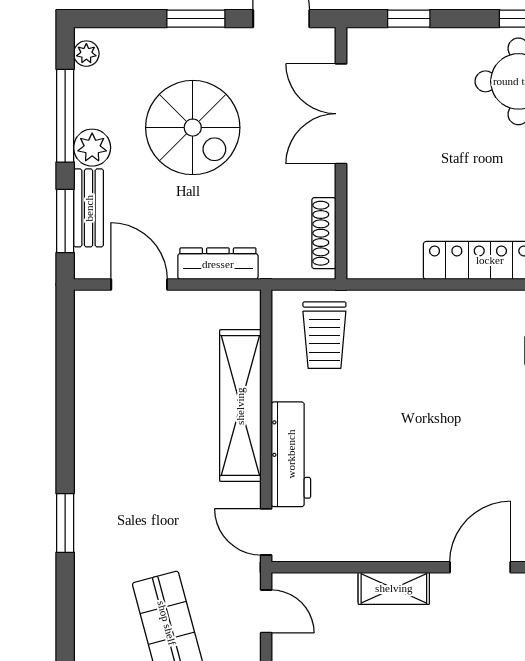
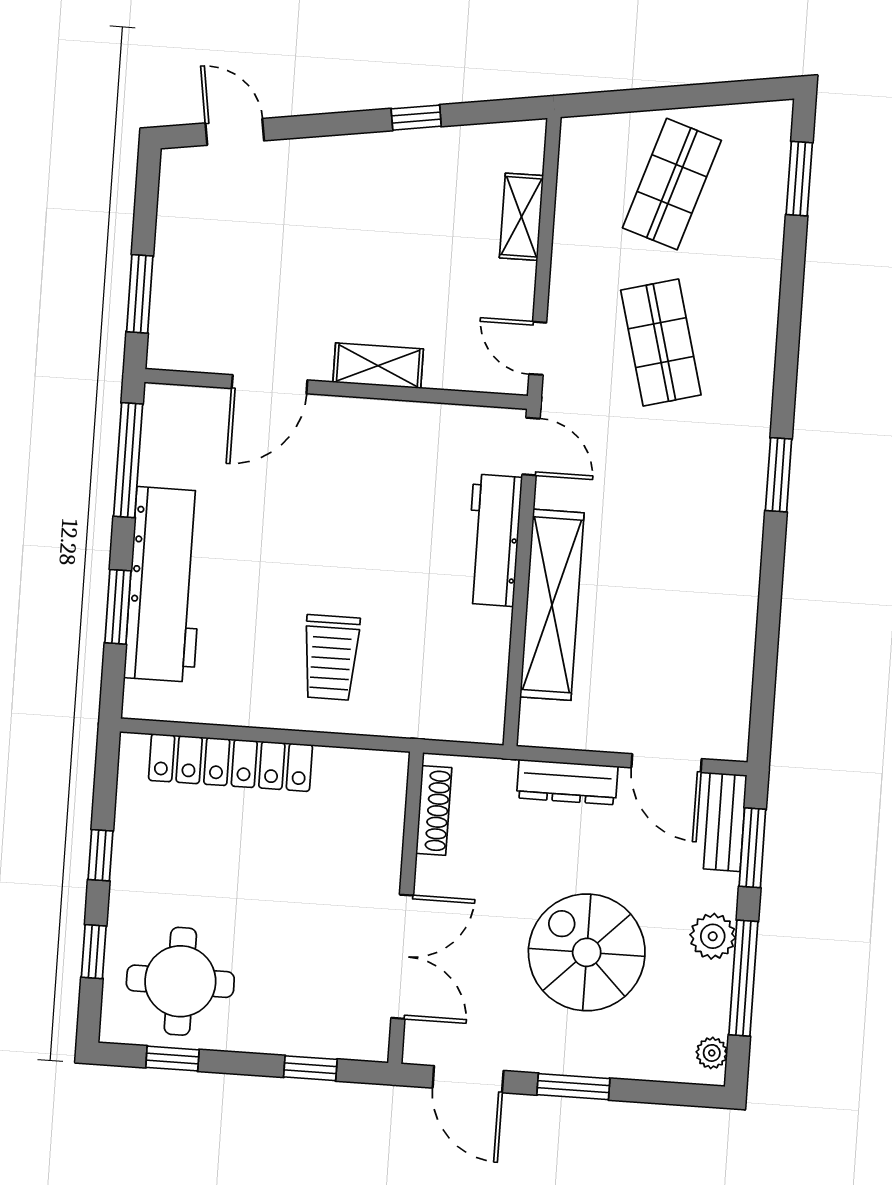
bench: (89, 208) -> (725, 822), moved
trolley: (324, 335) -> (331, 657), moved, turned 180

